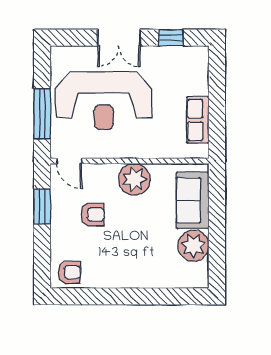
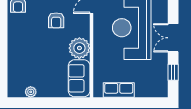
sofa: (193, 200) -> (79, 78), moved, turned -90
plant: (193, 246) -> (31, 92), width x0.53, depth x0.53

